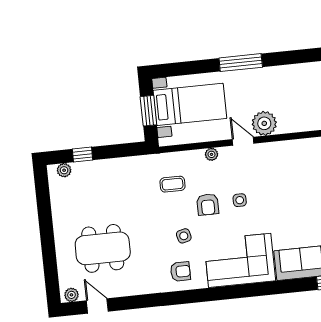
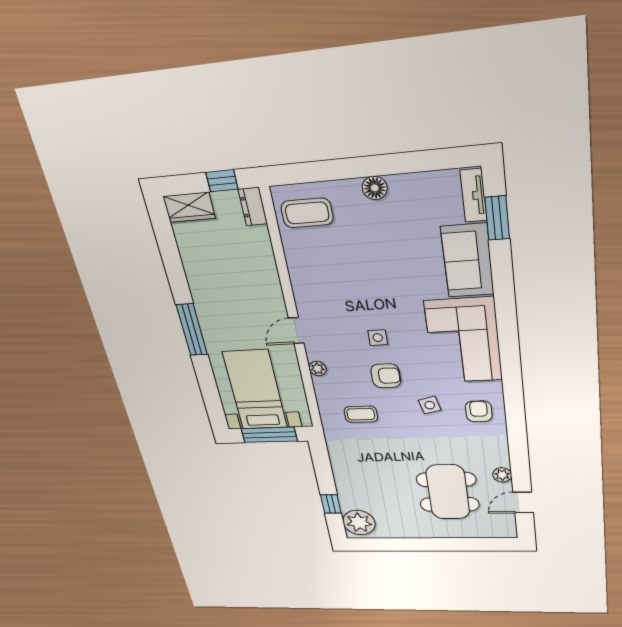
window: (148, 111) -> (269, 435), width x1.44
plant: (264, 123) -> (269, 304), removed
plant: (64, 170) -> (359, 523), width x1.87, depth x1.87
coffee table: (172, 184) -> (361, 414), turned 90
plant: (71, 295) -> (502, 475), moved

